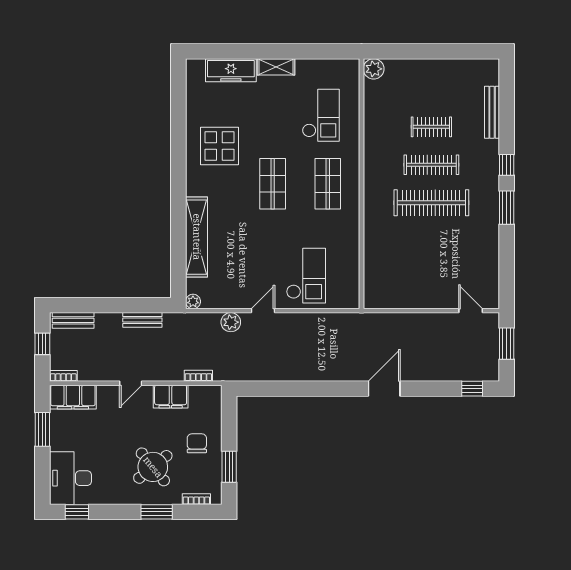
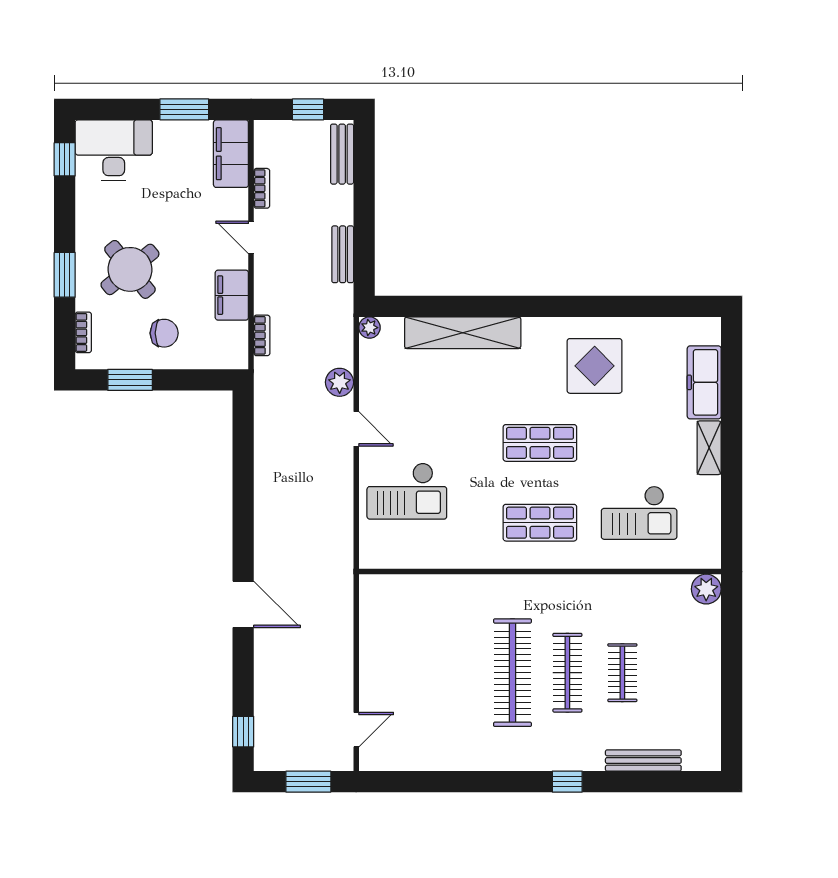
window: (507, 208) -> (505, 782), removed
bookcase: (63, 376) -> (262, 188), moved

